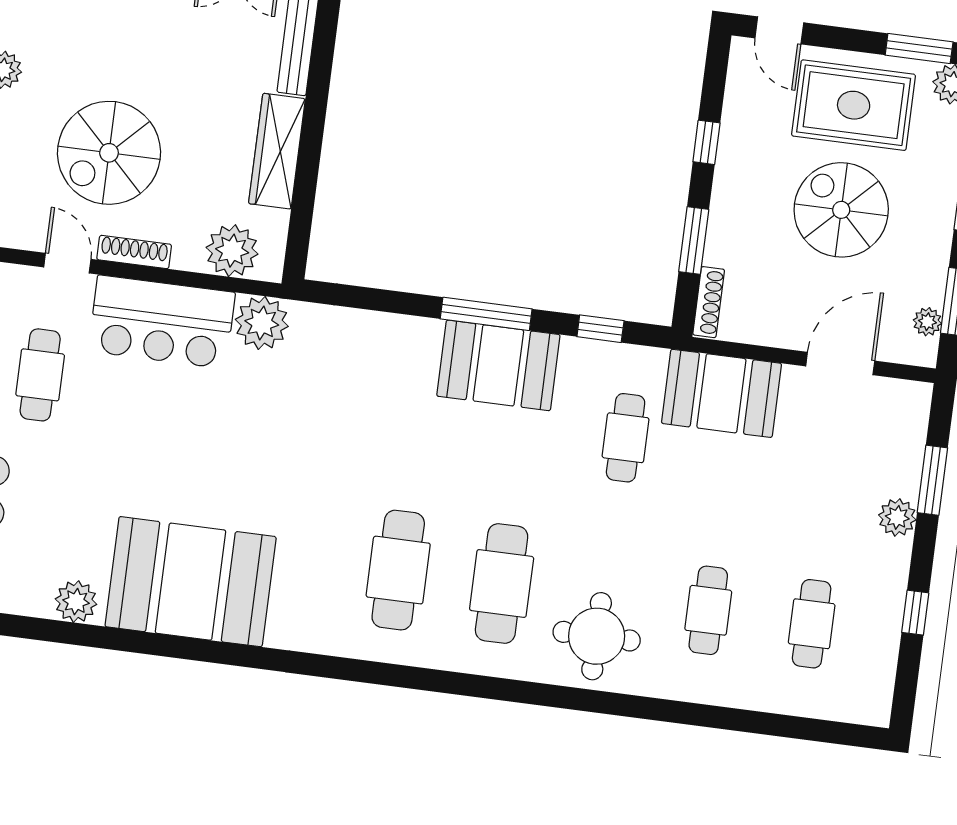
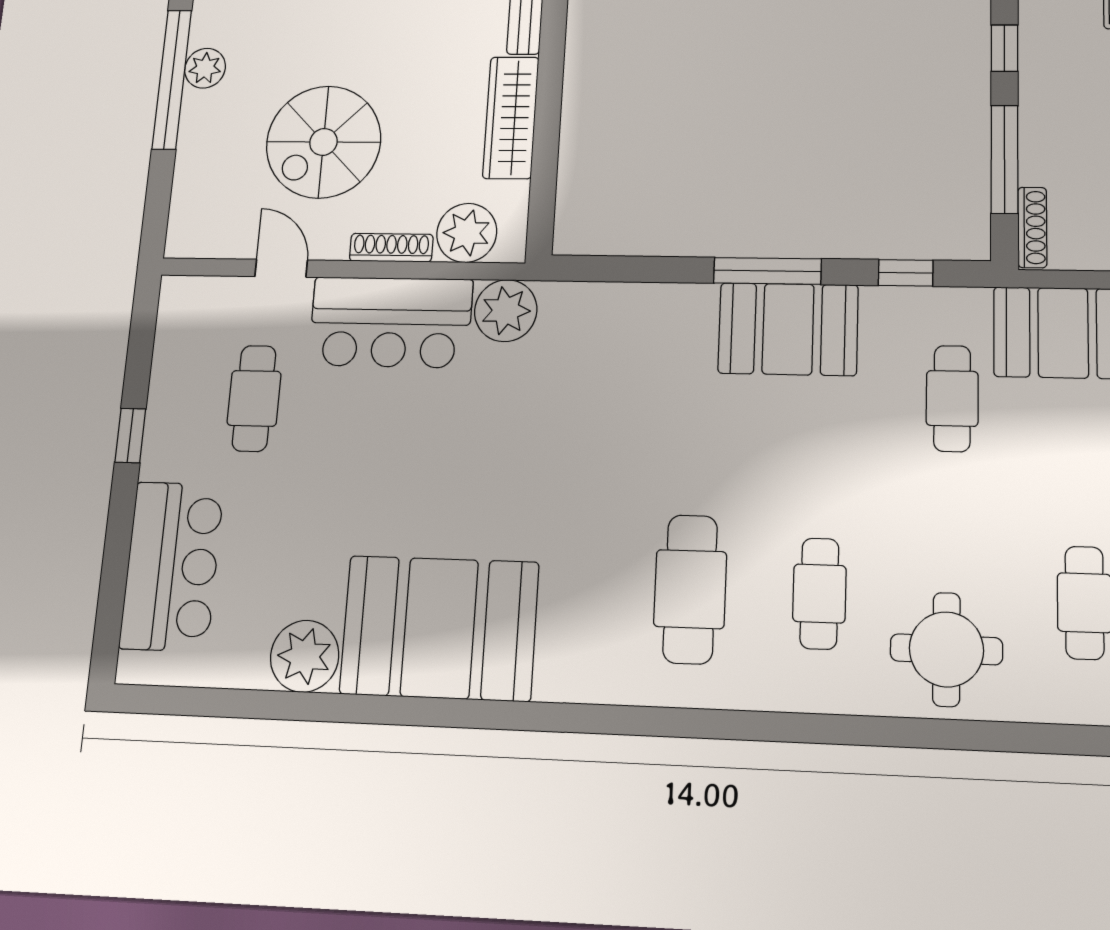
window: (694, 241) -> (1005, 159), width x1.44
shoe rack: (134, 252) -> (391, 248), moved
cafe table: (502, 583) -> (819, 594), width x0.73, depth x0.74
plant: (76, 602) -> (305, 656), width x1.36, depth x1.36

